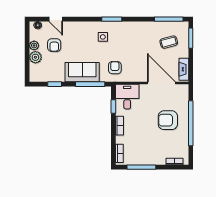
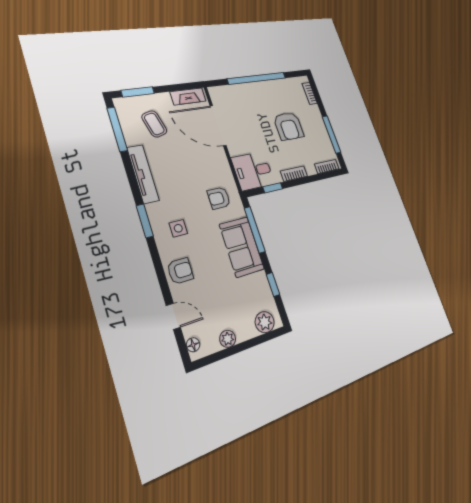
door: (56, 19) -> (173, 316), hinge flipped
tv unit: (139, 26) -> (143, 174), added
armchair: (54, 45) -> (180, 271), moved
plant: (35, 57) -> (265, 322), moved
door: (161, 83) -> (218, 126), hinge flipped
armchair: (168, 120) -> (289, 126), moved

